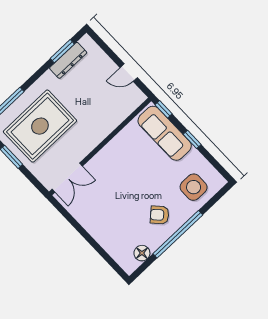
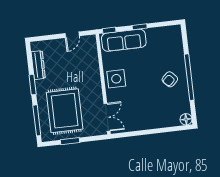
window: (62, 51) -> (33, 85), moved
side table: (194, 187) -> (116, 79), moved
floor lamp: (142, 253) -> (186, 119), moved

